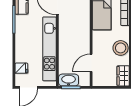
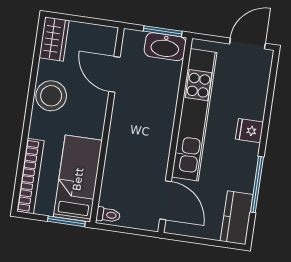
door: (91, 63) -> (114, 74), swing flipped
fridge: (21, 68) -> (249, 131), moved

